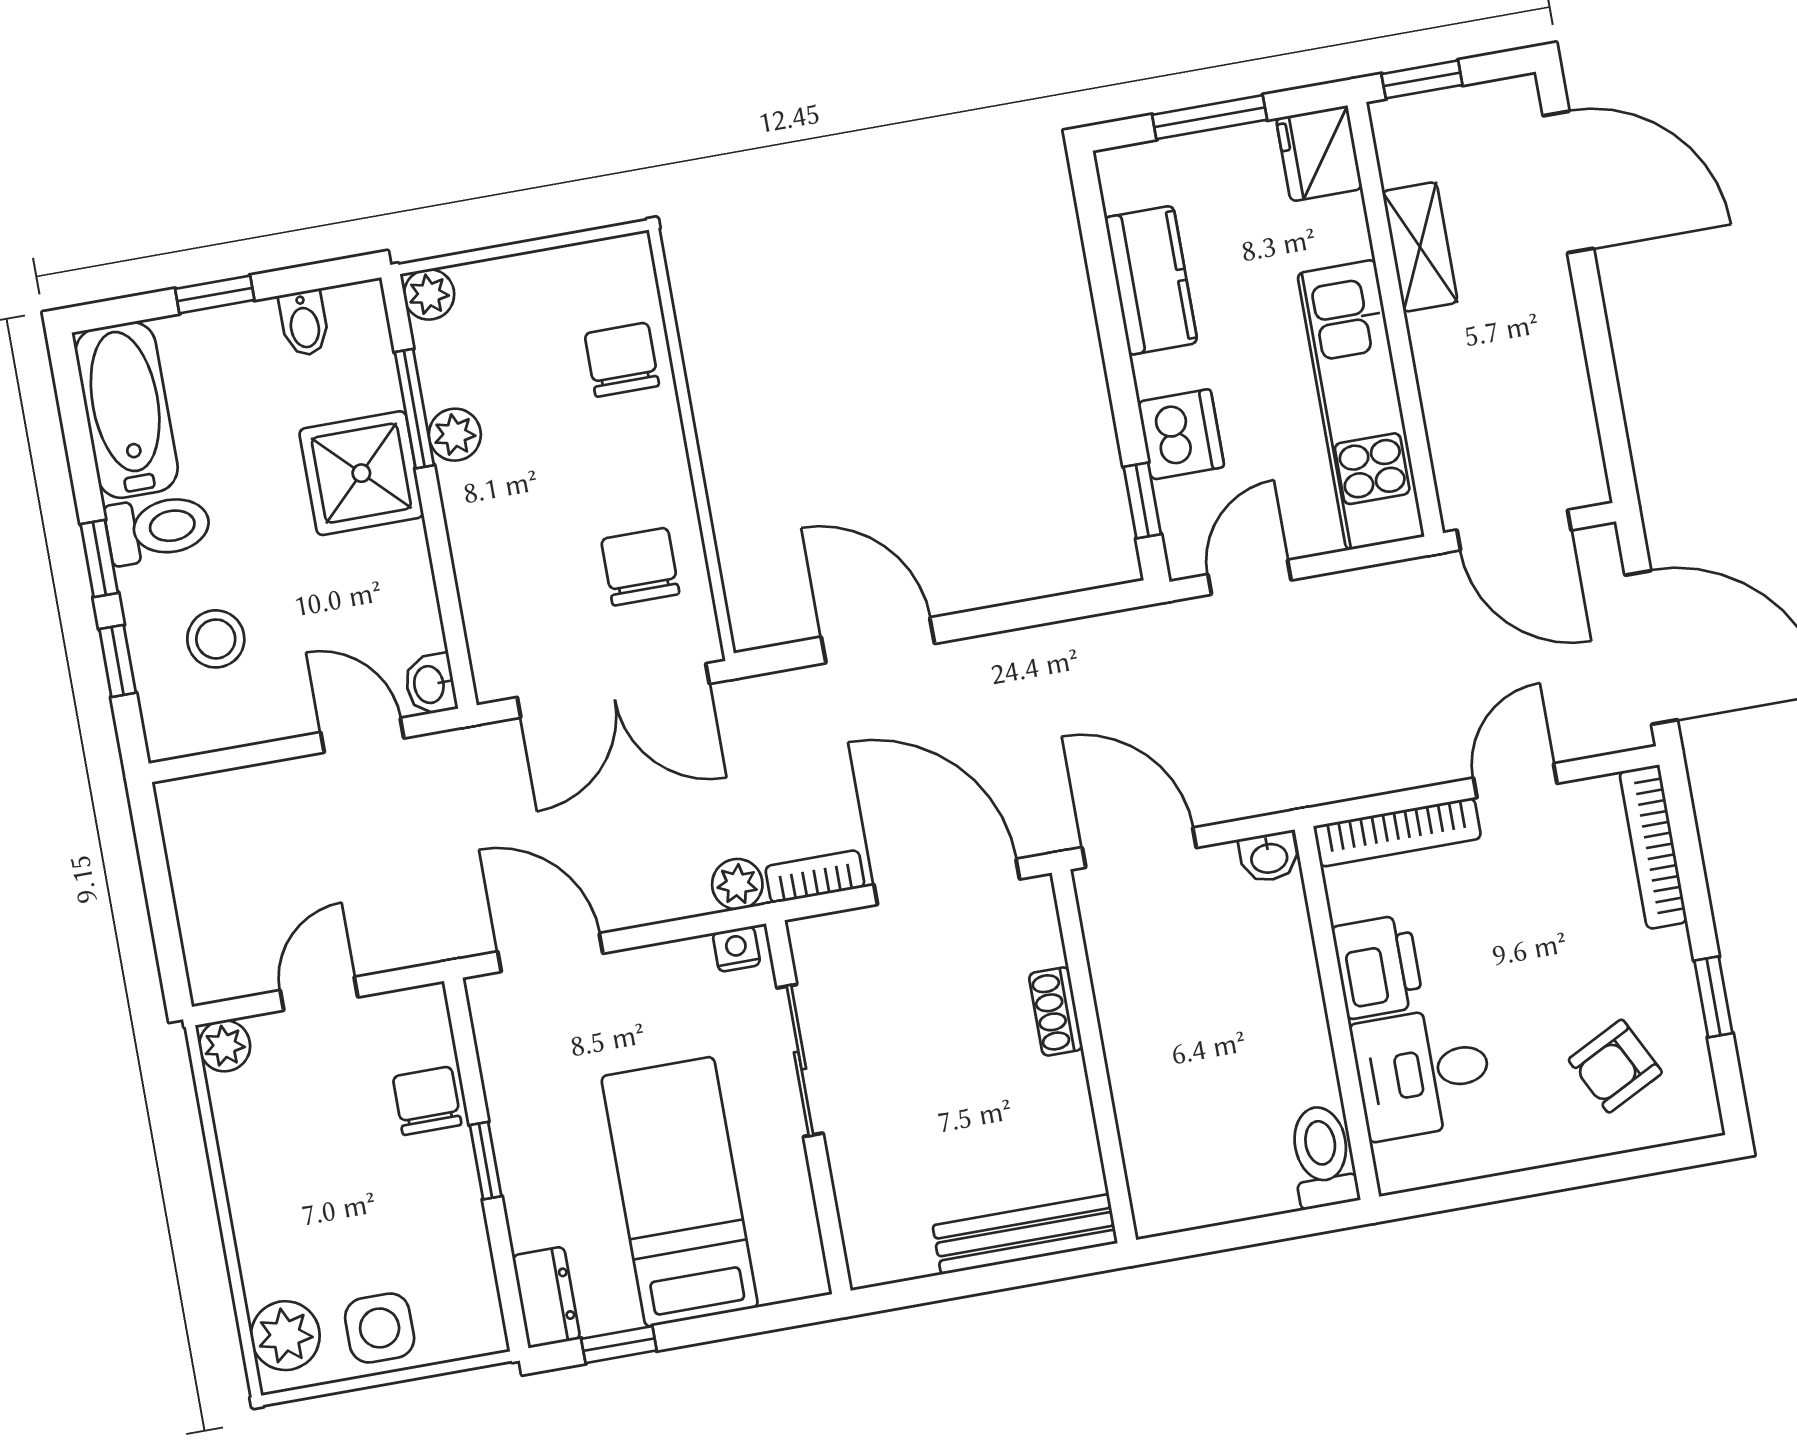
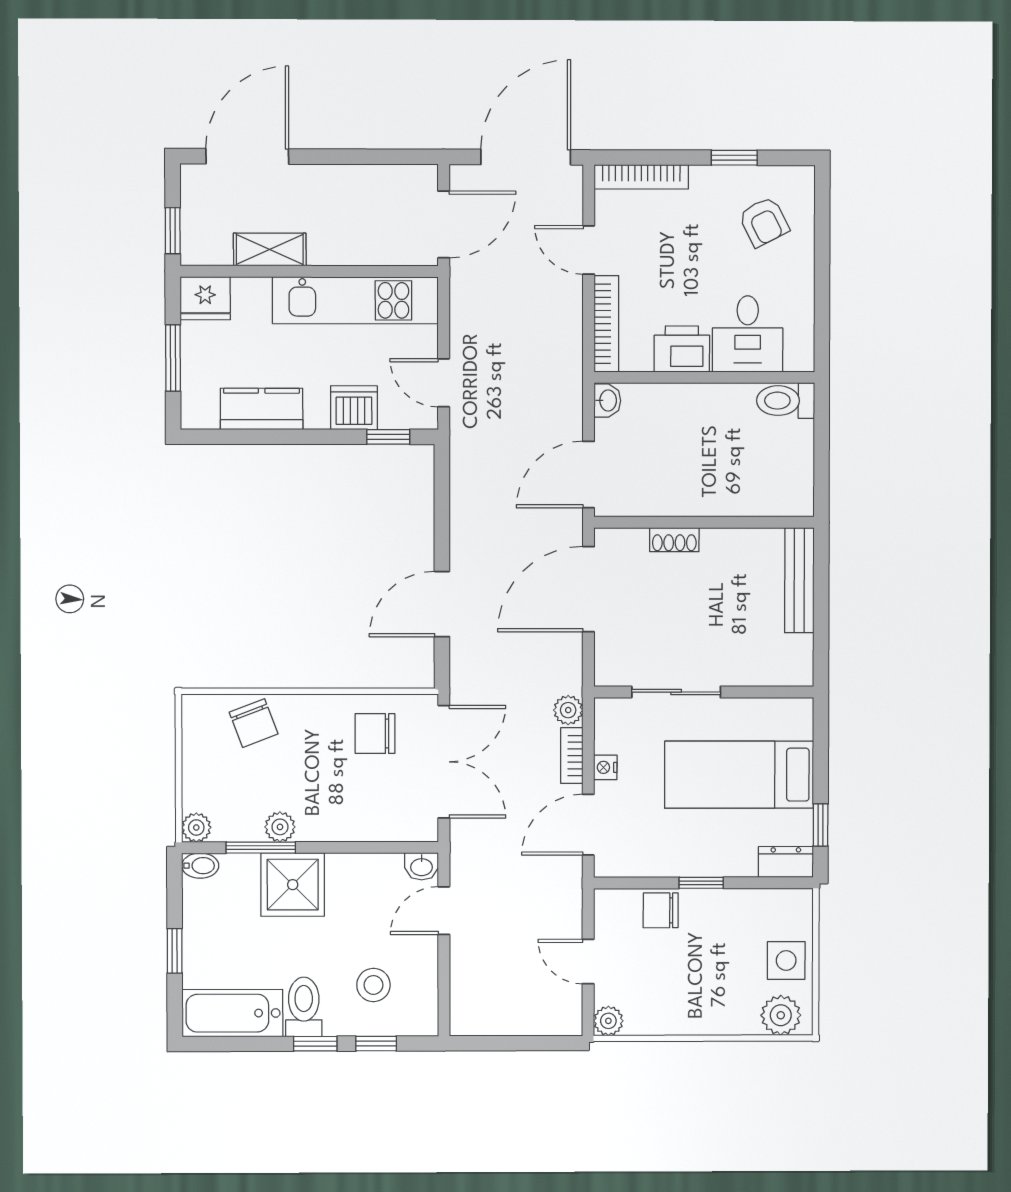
bidet: (304, 323) -> (200, 866), moved
chair: (622, 360) -> (254, 723), turned -111
bookcase: (815, 877) -> (572, 756), moved
nightstand: (736, 949) -> (605, 767), moved

